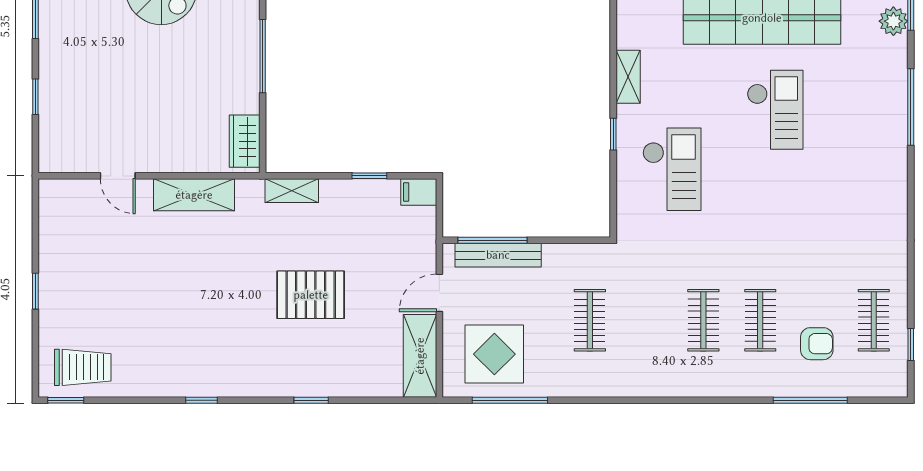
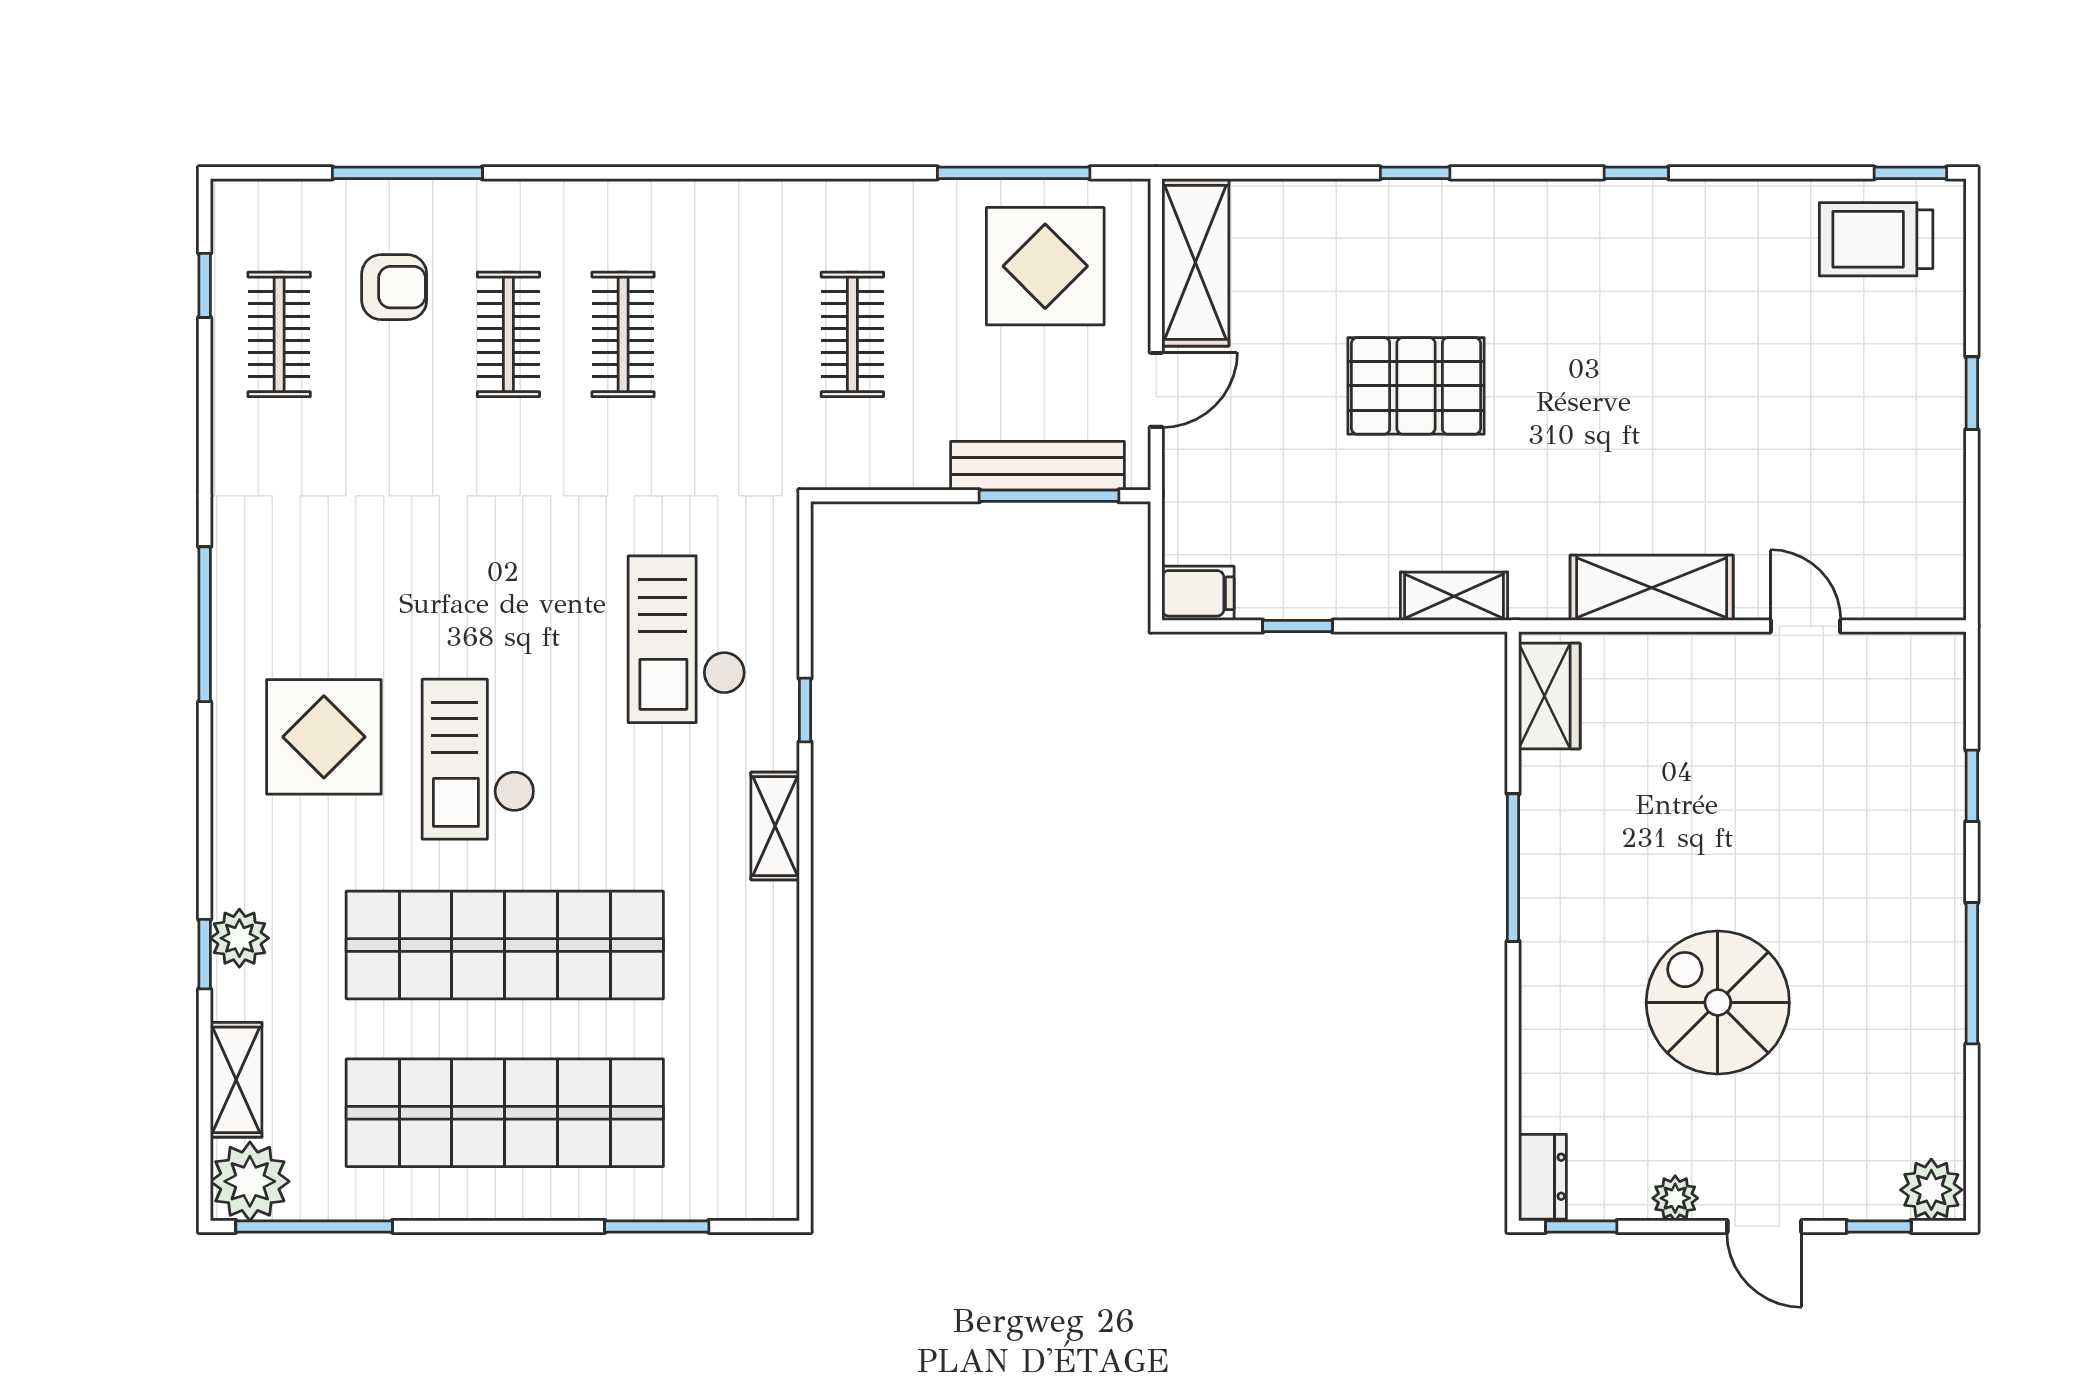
window: (911, 107) -> (205, 624), moved
display table: (852, 121) -> (324, 737), added
armchair: (817, 344) -> (394, 287), turned 180

